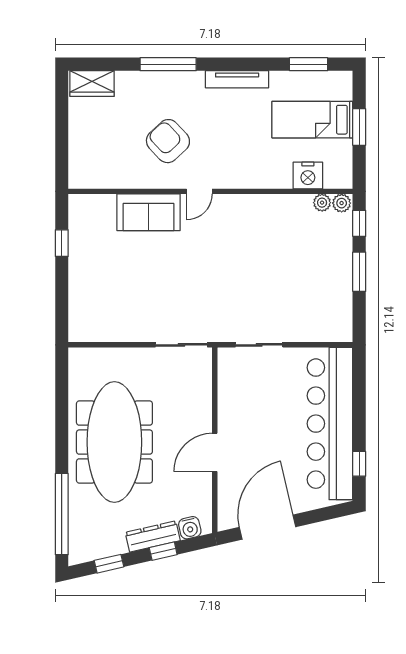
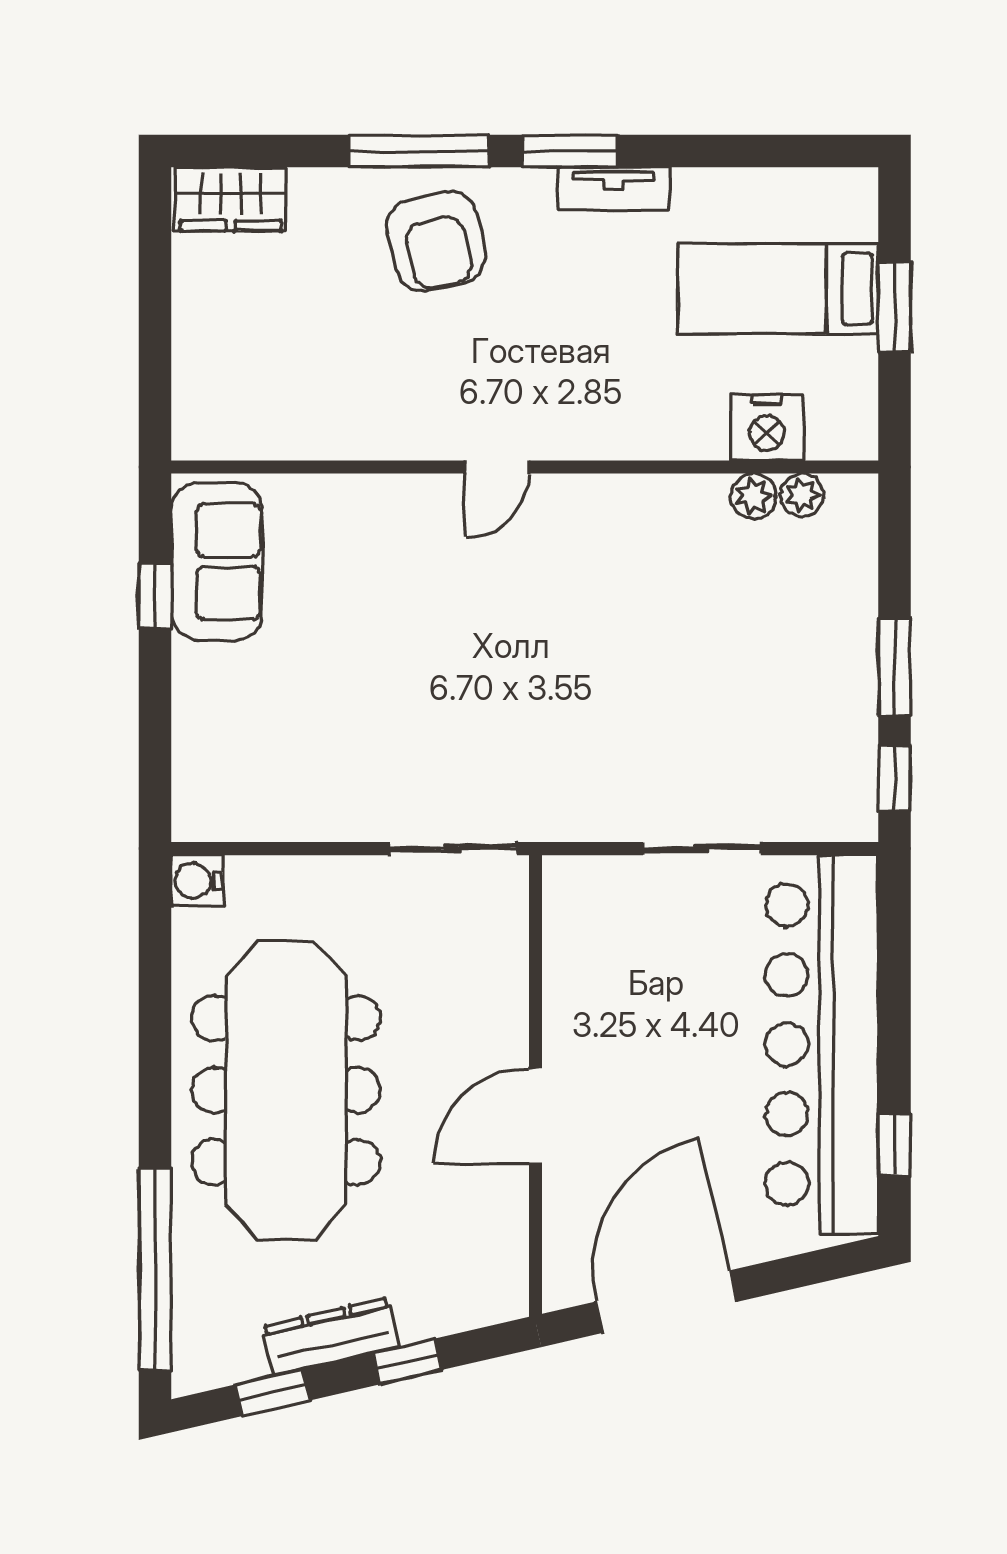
window: (309, 64) -> (570, 151), moved
tv unit: (237, 79) -> (614, 188), width x0.71
armchair: (168, 141) -> (436, 241), moved, turned -150
plant: (342, 203) -> (753, 496), moved
sofa: (148, 212) -> (217, 562), moved, turned -90
window: (359, 223) -> (894, 778), moved
sliding door: (259, 345) -> (702, 849), moved
water cooler: (190, 528) -> (197, 881), moved, turned 103
dresser: (153, 536) -> (331, 1337), moved

